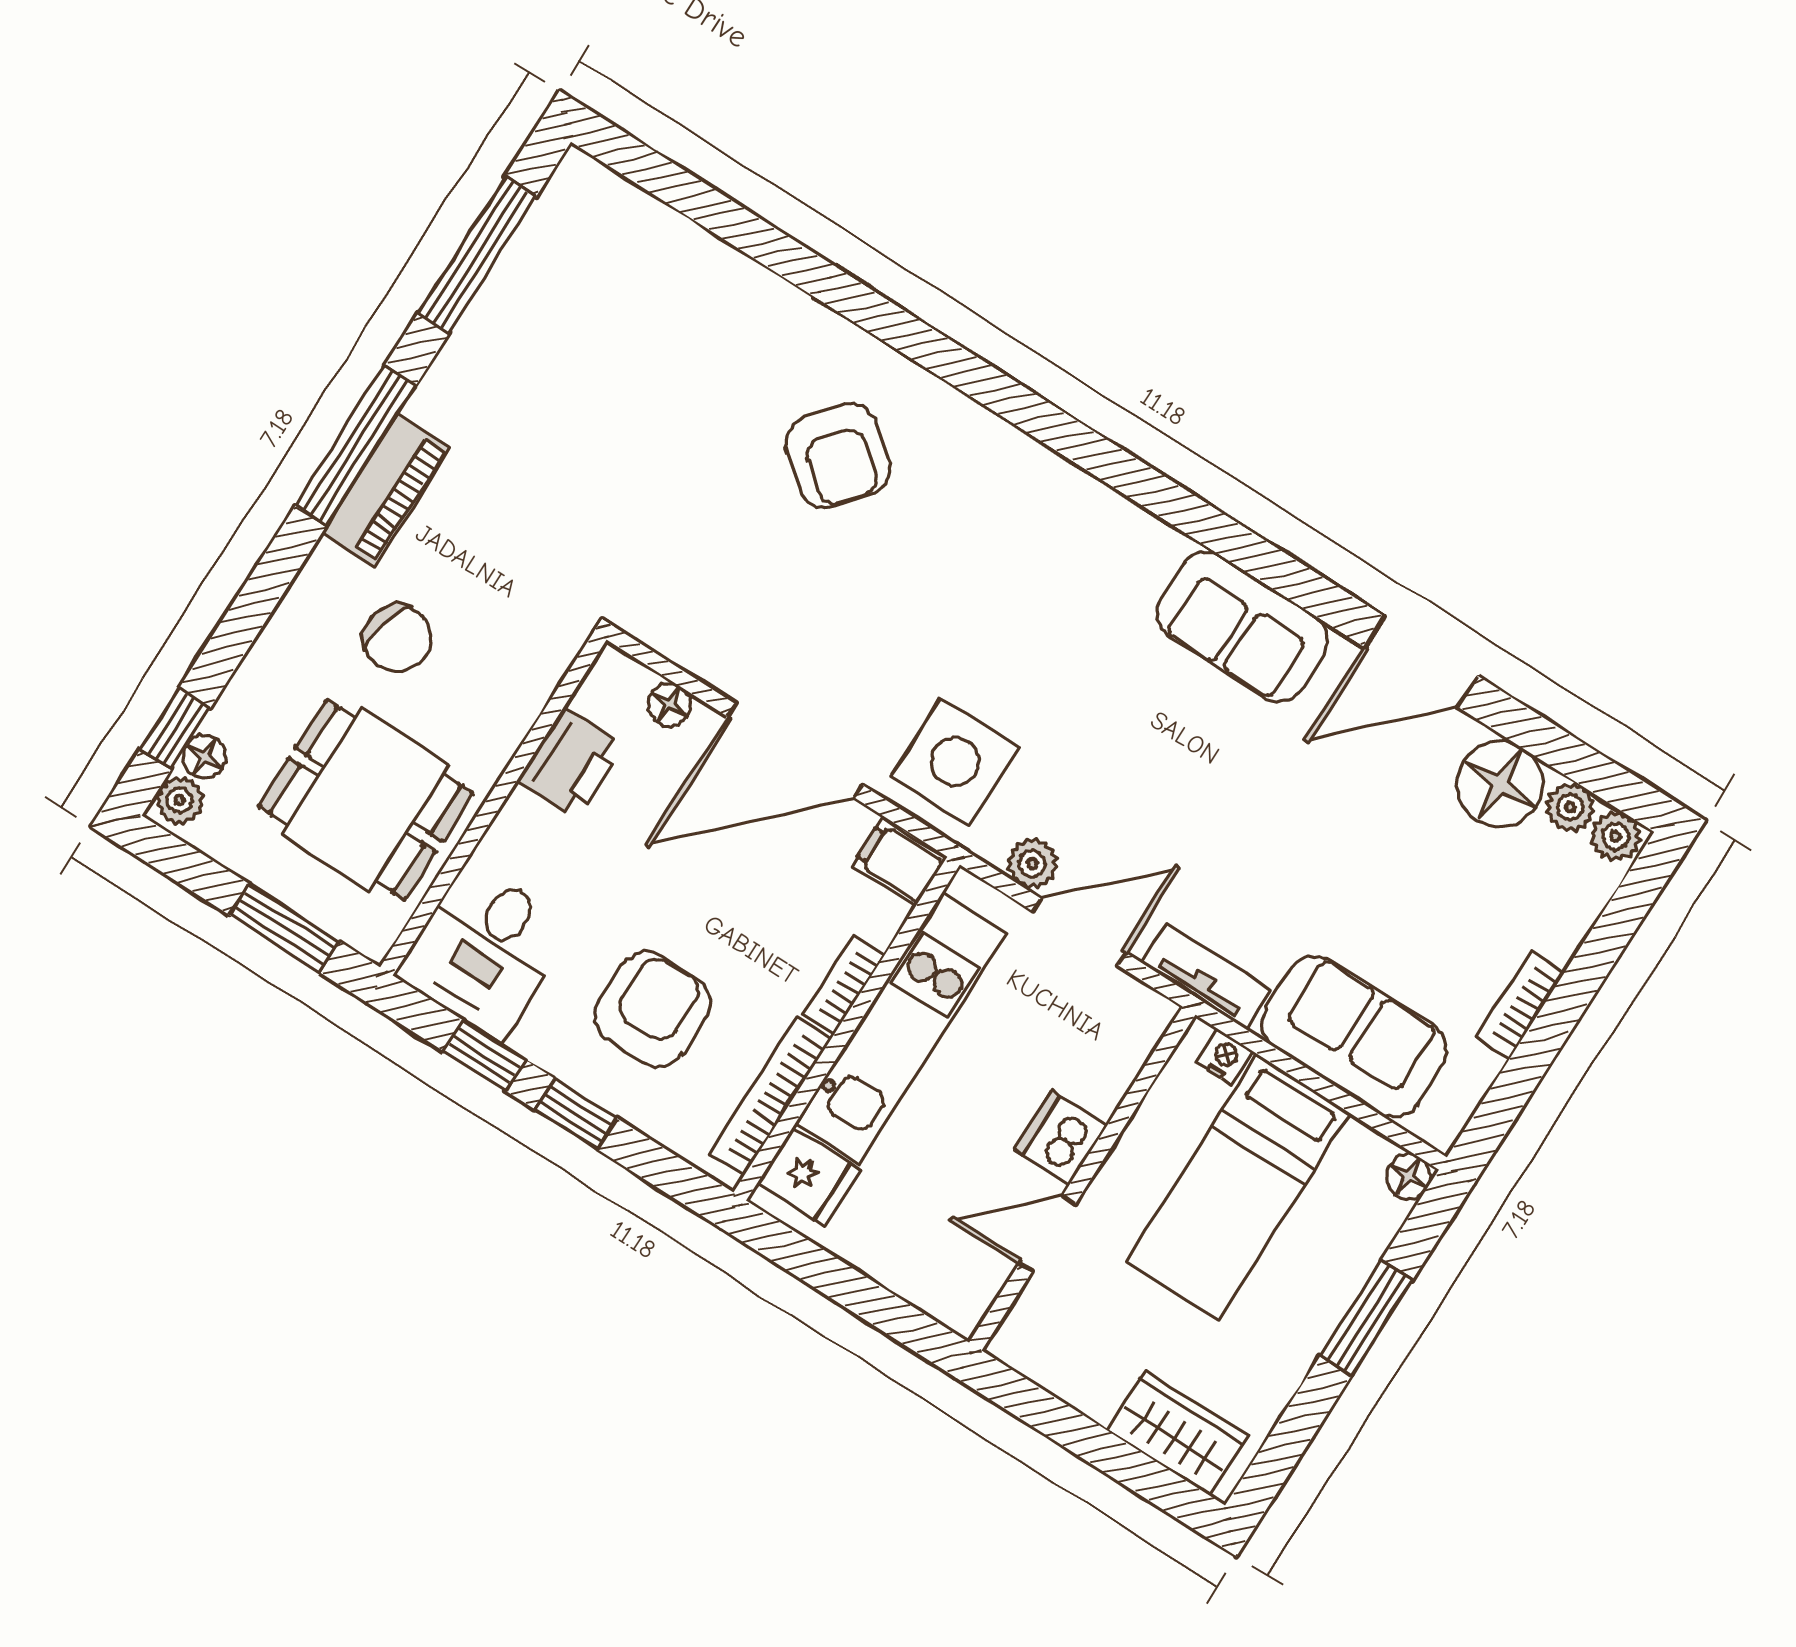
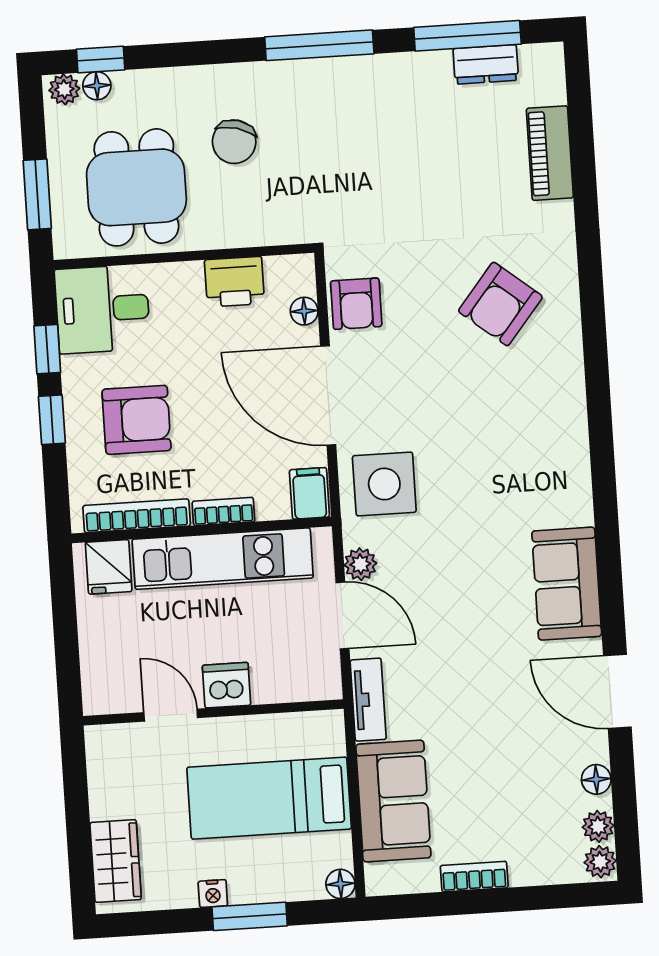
dresser: (529, 258) -> (486, 64), added
piano: (386, 490) -> (550, 153), moved, turned 90
armchair: (707, 634) -> (356, 304), added
floor lamp: (1500, 784) -> (596, 779), width x0.53, depth x0.53
nightstand: (1225, 1057) -> (213, 894), moved, turned 90

